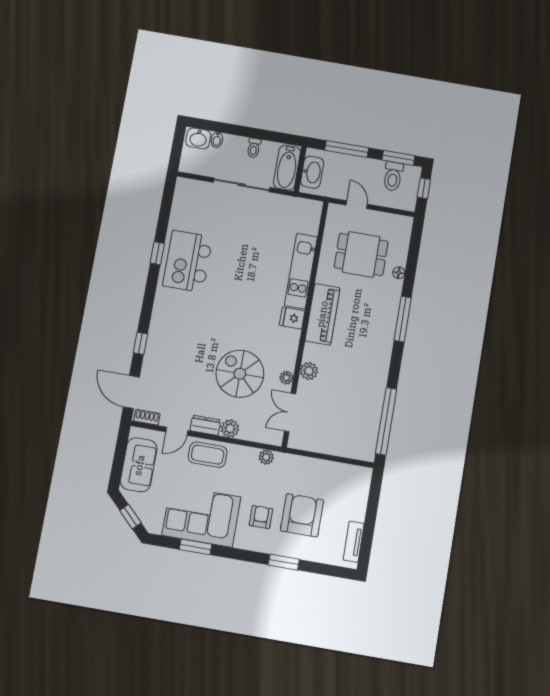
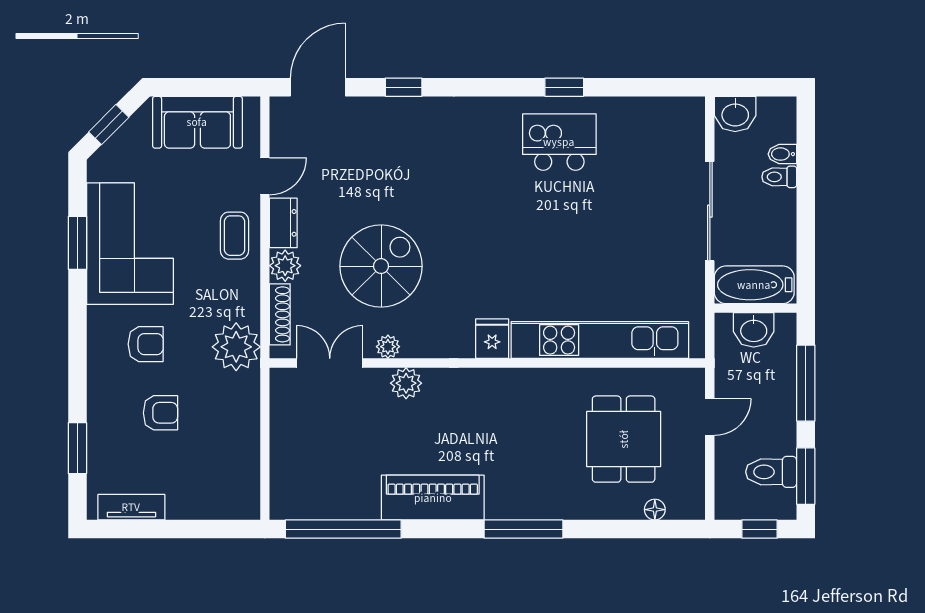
washbasin: (198, 138) -> (735, 114), moved, turned -90
toilet: (254, 148) -> (779, 177), moved
washbasin: (312, 172) -> (754, 330), width x0.72
kitchen island: (188, 261) -> (559, 142), width x0.73, depth x0.78
kitchen unit: (301, 271) -> (600, 340), width x1.36
floor lamp: (399, 273) -> (655, 510), moved
piano: (322, 314) -> (433, 498), moved, turned 180
shoe rack: (147, 417) -> (280, 314), moved, width x1.43
door: (177, 431) -> (265, 176), swing flipped
coffee table: (208, 455) -> (234, 236), width x0.73, depth x0.77
plant: (266, 457) -> (236, 347), width x1.88, depth x1.88
armchair: (302, 515) -> (160, 413), width x0.53, depth x0.53
window: (284, 562) -> (77, 448), moved

